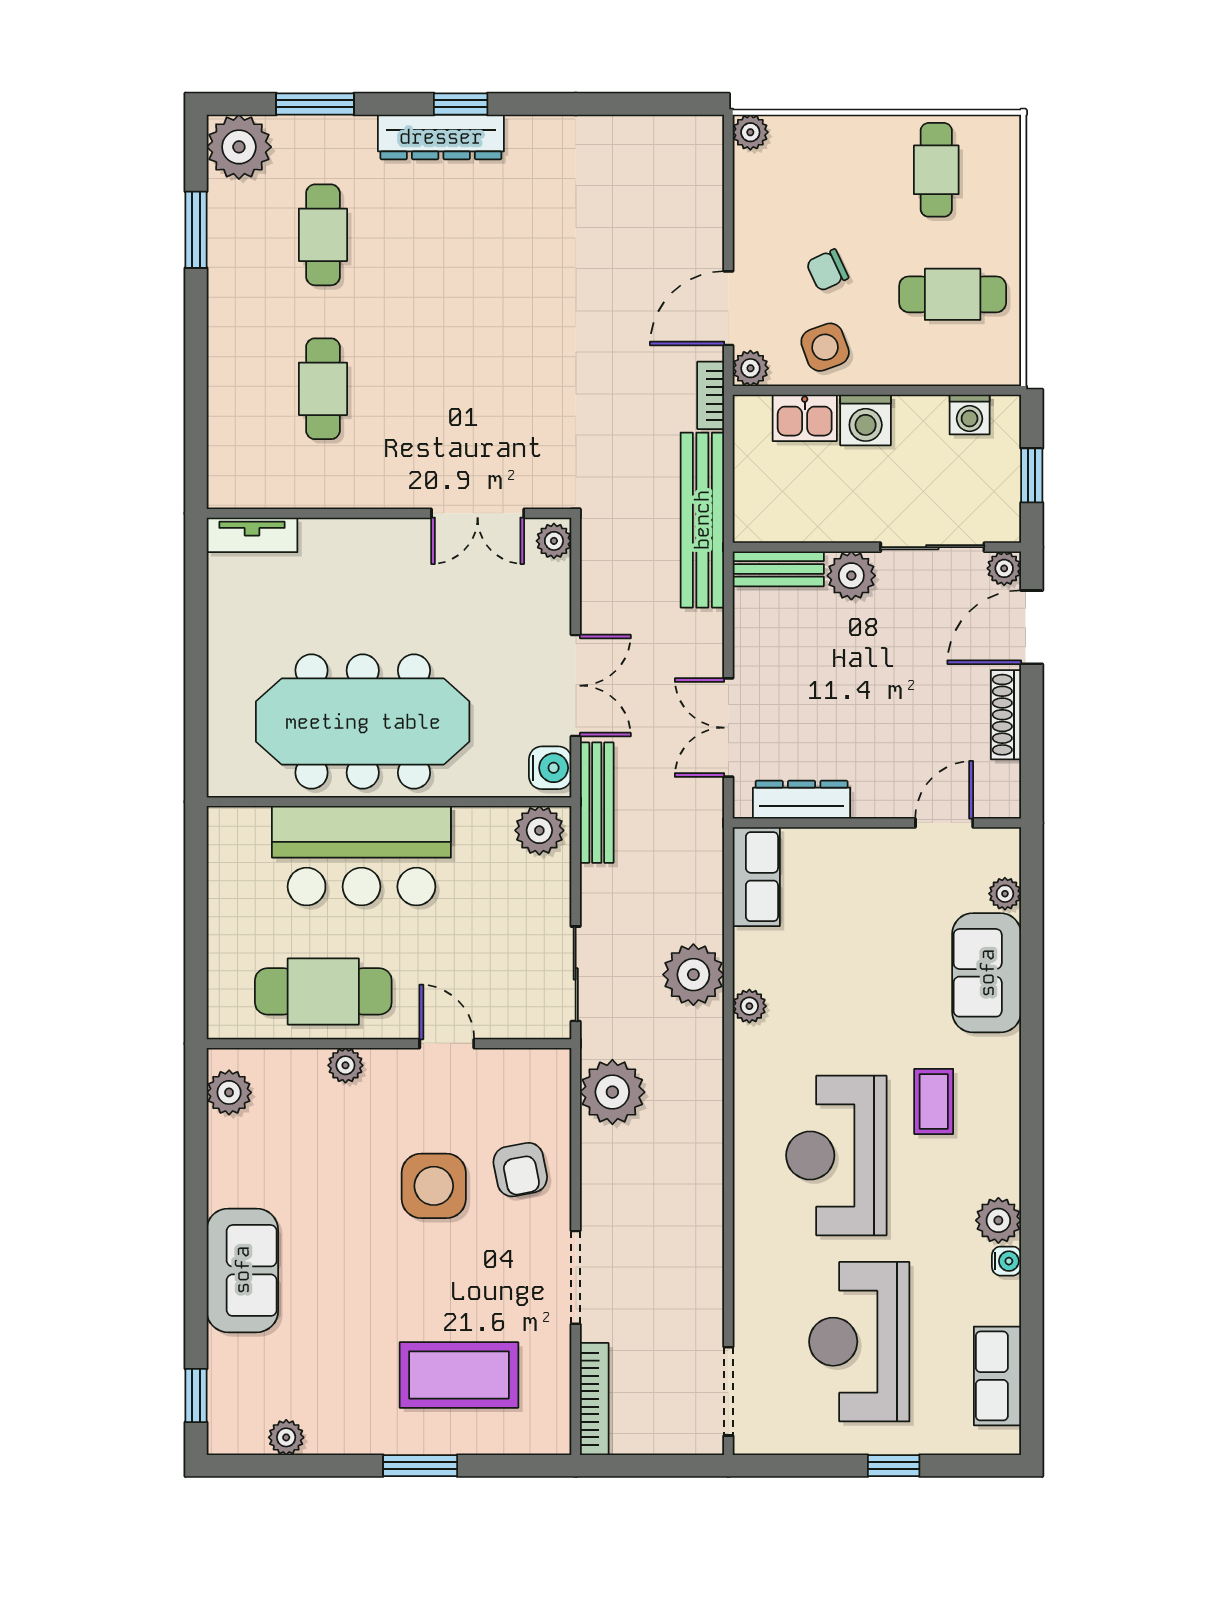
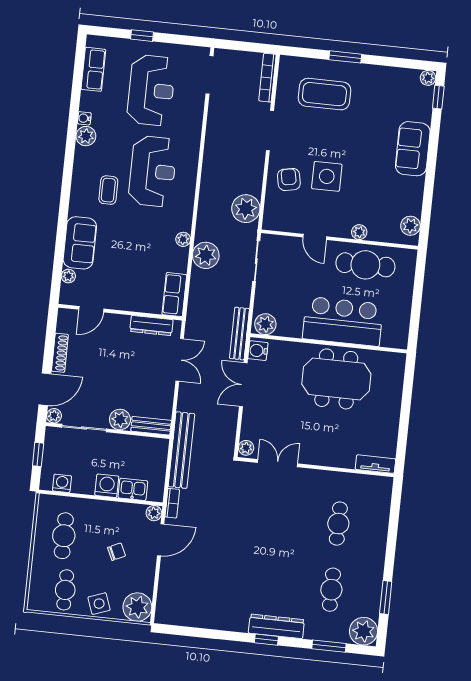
plant: (750, 132) -> (137, 607), width x1.88, depth x1.88
cafe table: (953, 294) -> (64, 536), turned 90
side table: (825, 347) -> (99, 604), moved
meeting table: (363, 722) -> (336, 379), width x0.73
plant: (286, 1437) -> (428, 78), moved

